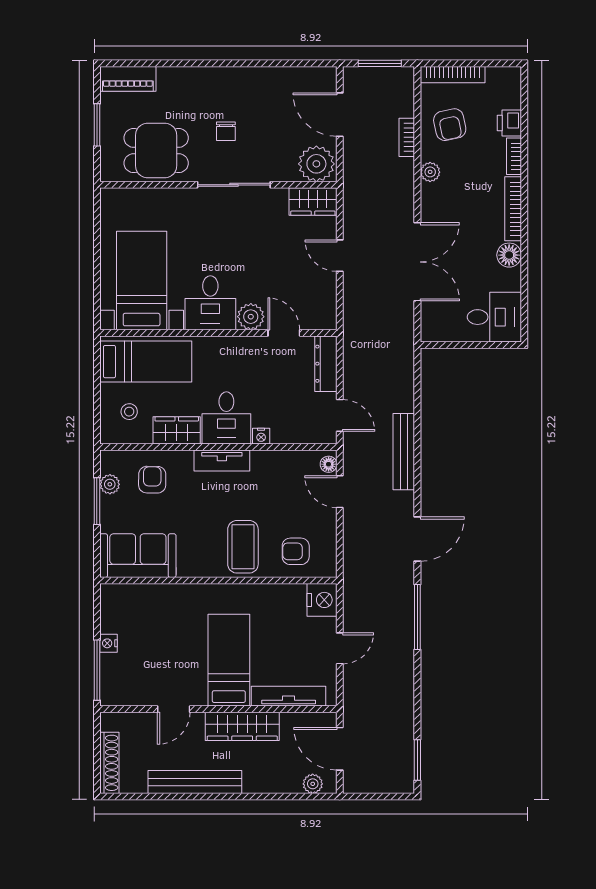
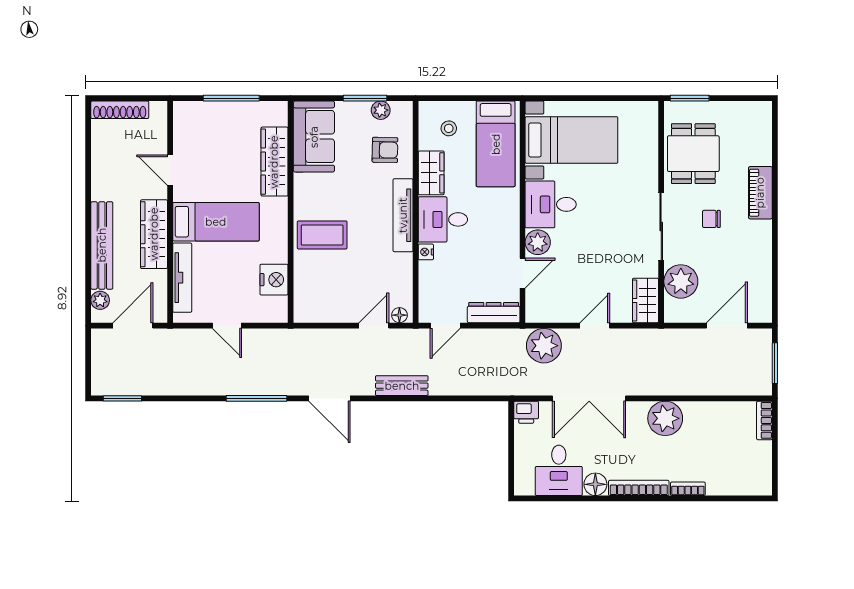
bookcase: (453, 75) -> (764, 420), width x0.64
piano: (128, 79) -> (760, 193), moved
printer: (509, 123) -> (526, 412), moved, turned 180
window: (97, 125) -> (690, 98), moved
armchair: (450, 125) -> (718, 429), removed
bookcase: (407, 137) -> (706, 388), removed
plant: (316, 164) -> (681, 281), moved
plant: (430, 172) -> (665, 418), width x1.88, depth x1.88
plant: (361, 310) -> (544, 346), added
desk: (494, 317) -> (559, 470), moved
bench: (404, 452) -> (402, 386), width x0.73
tv unit: (222, 460) -> (403, 215), width x1.41
armchair: (296, 551) -> (318, 284), removed
wardrobe: (165, 598) -> (274, 162), added
nightstand: (322, 600) -> (274, 280), moved, turned -90
nightstand: (109, 643) -> (232, 109), removed
window: (97, 670) -> (231, 98), moved
bench: (195, 782) -> (102, 245), moved

